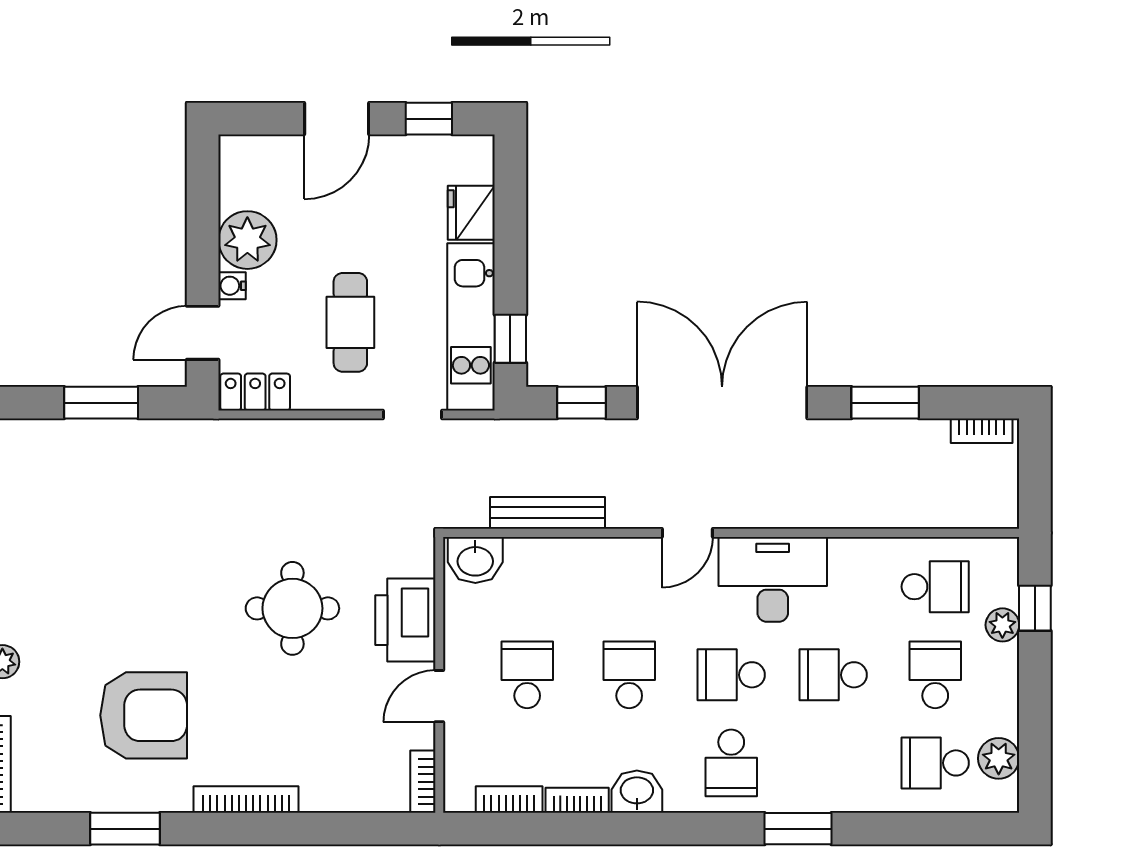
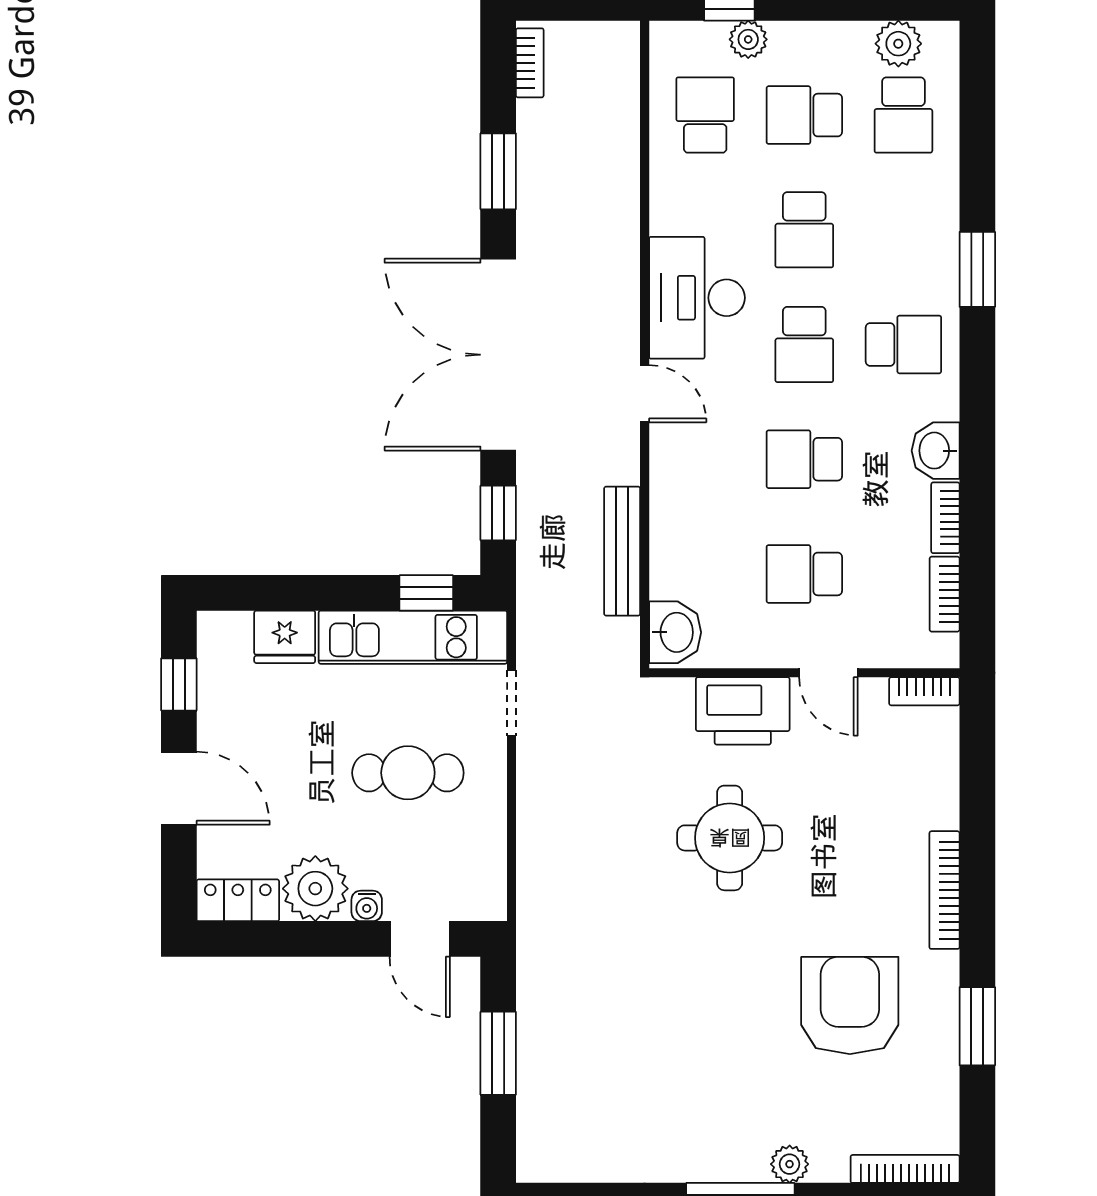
locker: (255, 392) -> (238, 900), moved, turned 90

